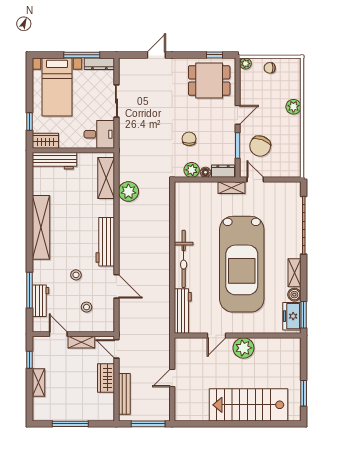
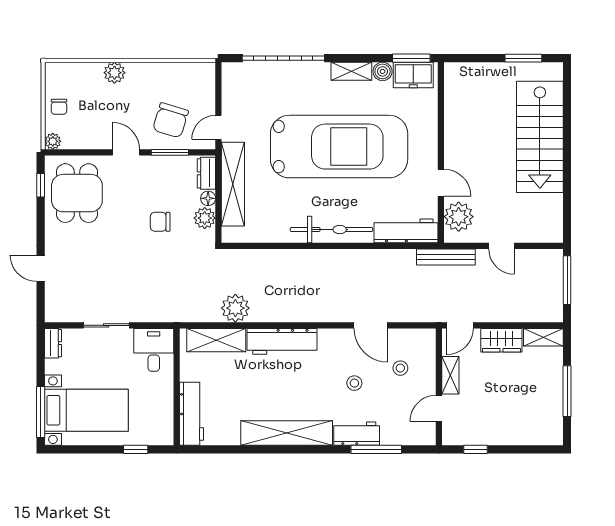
window: (82, 55) -> (41, 412), moved
dresser: (99, 64) -> (53, 343), width x0.70
wardrobe: (45, 141) -> (163, 427), removed
chair: (260, 146) -> (171, 120), turned 88
shelving: (232, 188) -> (233, 184), width x2.20, depth x1.33
workbench: (105, 242) -> (282, 341), moved
door: (116, 286) -> (371, 325), swing flipped
workbench: (40, 301) -> (357, 434), moved
plant: (243, 348) -> (459, 217), moved
shelving: (38, 383) -> (543, 337), moved
bench: (124, 394) -> (446, 257), moved

